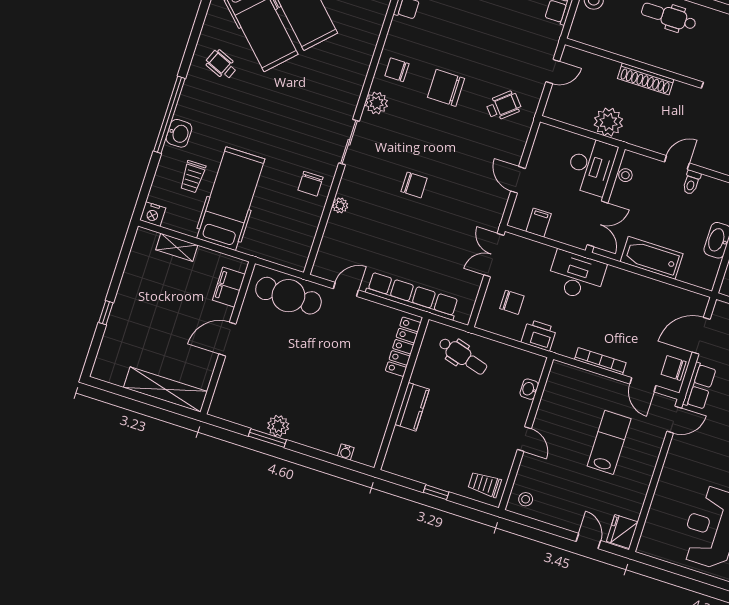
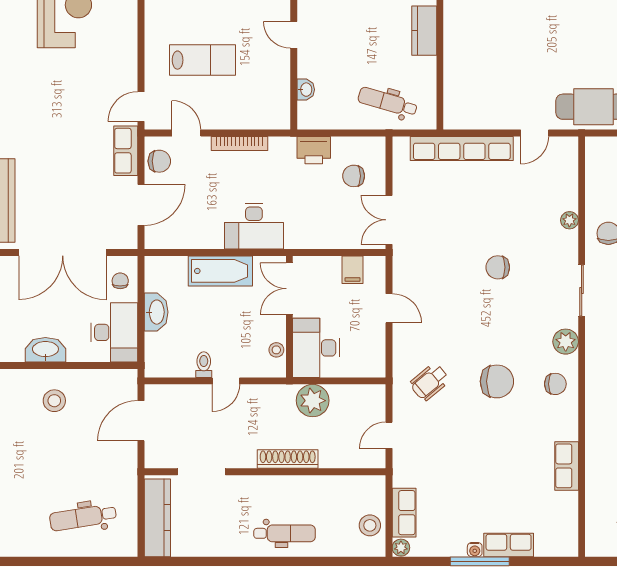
double door: (494, 255) -> (389, 220), swing flipped
desk: (576, 276) -> (254, 226), moved
locker: (403, 347) -> (454, 92), removed
lab bench: (609, 442) -> (202, 60), turned -90

